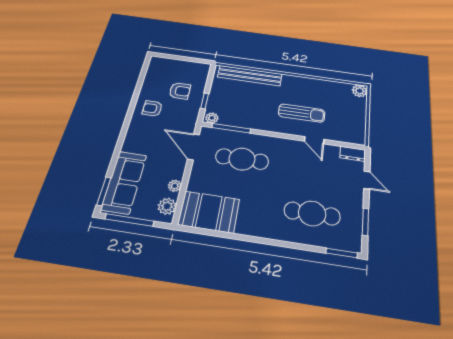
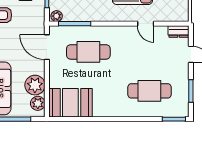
plant: (175, 186) -> (35, 85), width x1.87, depth x1.87

